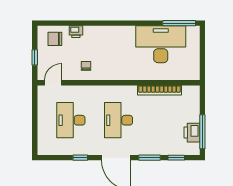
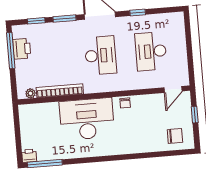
printer: (76, 32) -> (29, 156), moved
desk: (161, 44) -> (87, 119), moved, turned 180
chair: (86, 66) -> (125, 103), moved
plant: (187, 90) -> (31, 93), added
desk: (71, 120) -> (151, 51), turned 180

